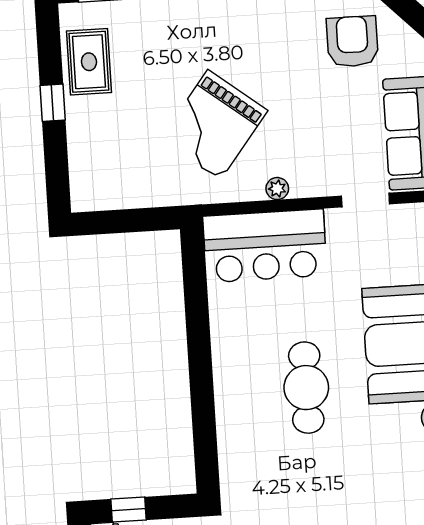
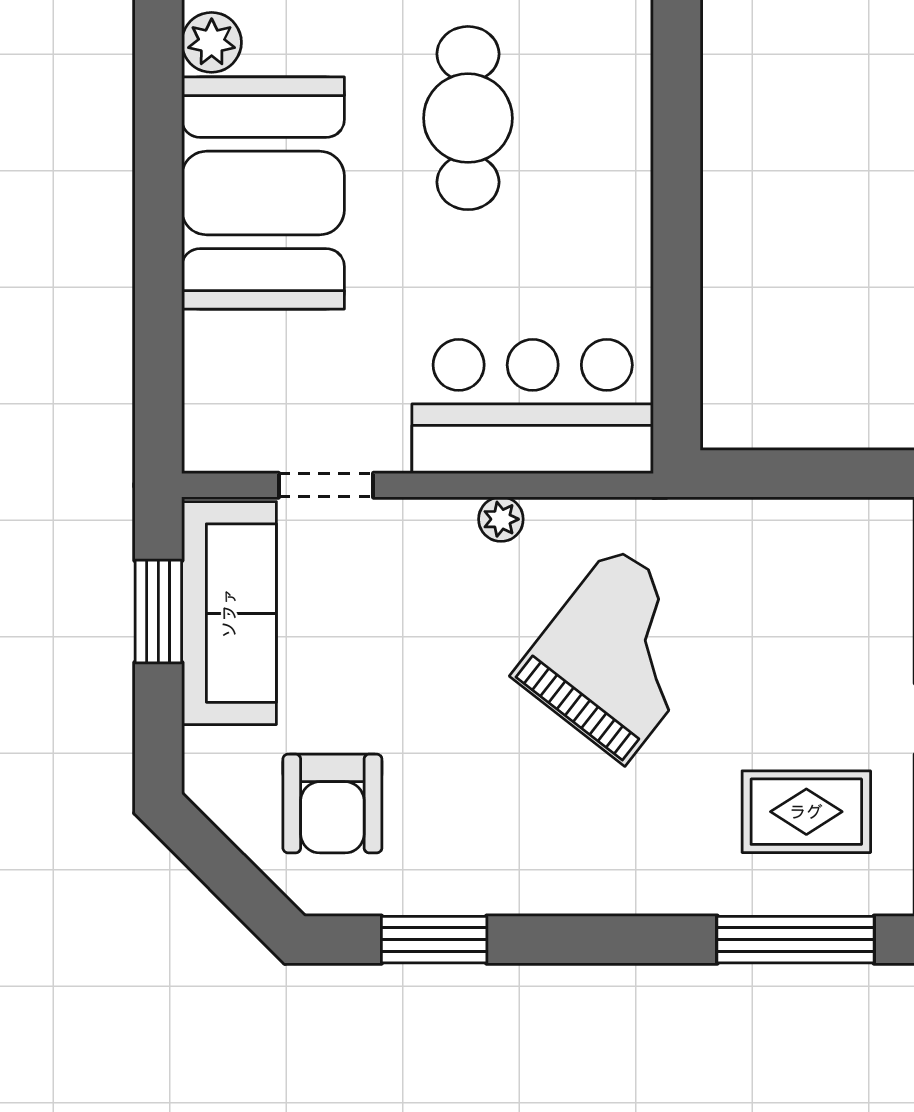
rug: (89, 62) -> (806, 812), moved, turned 90

